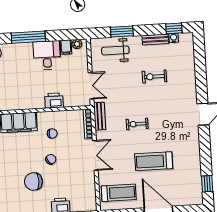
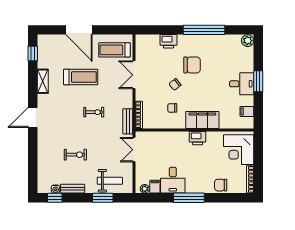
printer: (54, 101) -> (198, 138), moved
shelving: (194, 154) -> (43, 81), added
double door: (95, 155) -> (134, 75), moved

